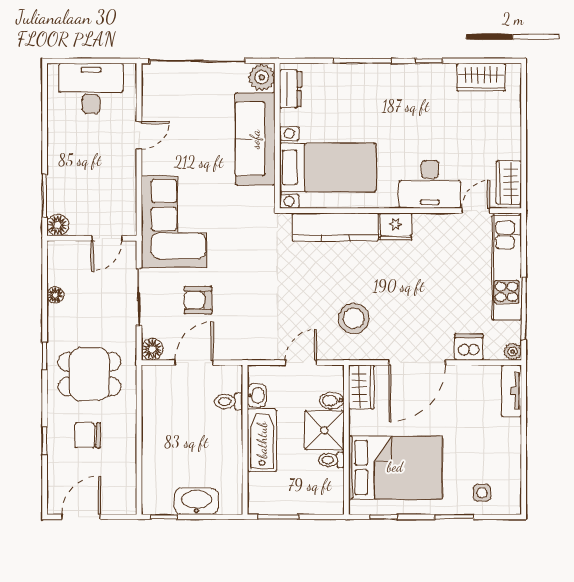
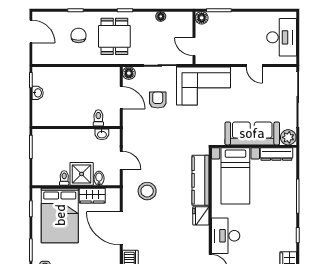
dresser: (290, 89) -> (276, 154), width x1.44
wardrobe: (361, 387) -> (92, 196), moved
bathtub: (262, 440) -> (76, 137), removed
washbasin: (196, 501) -> (38, 93), width x0.52, depth x0.69

